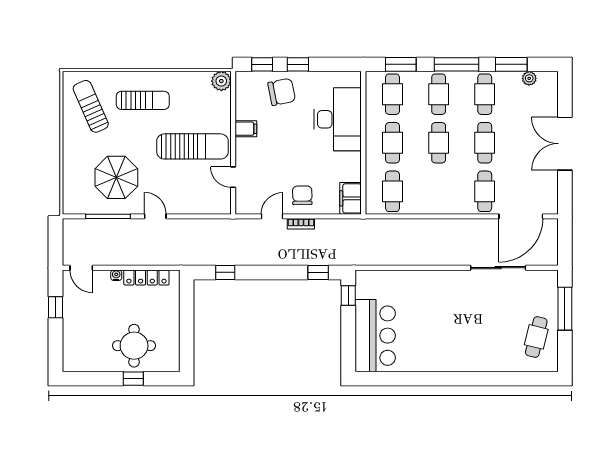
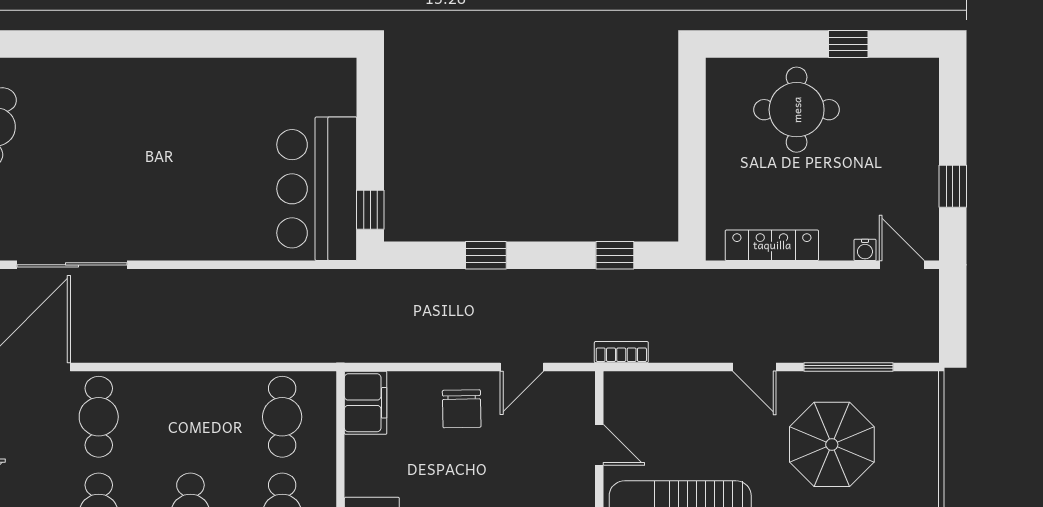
bookcase: (301, 224) -> (621, 352), moved
window: (318, 272) -> (486, 255), moved
water cooler: (116, 275) -> (865, 250), moved
bar counter: (375, 336) -> (317, 189), moved
window: (133, 379) -> (848, 44), moved

